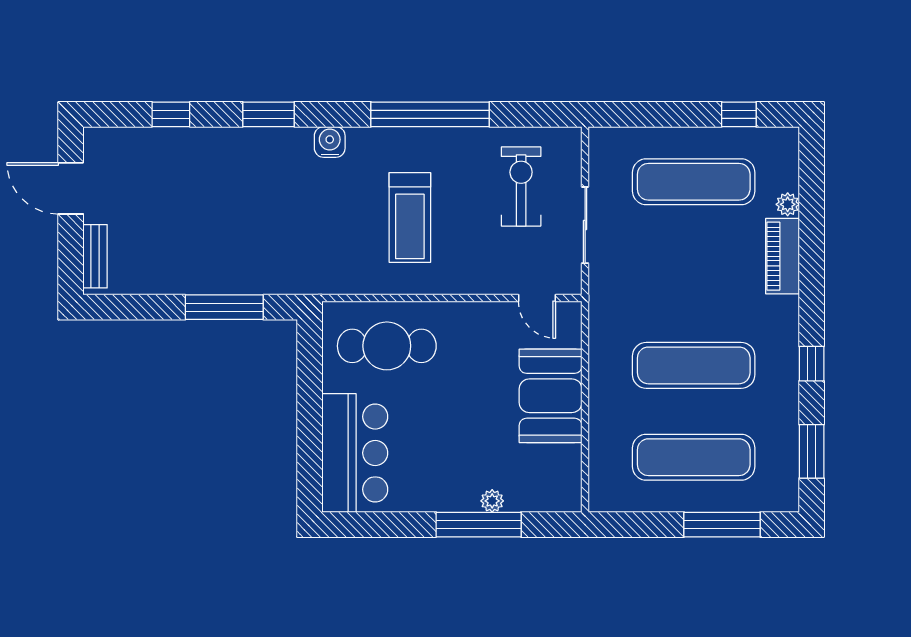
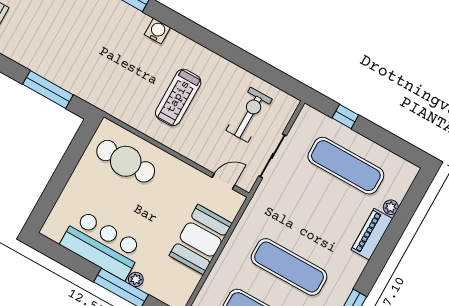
window: (430, 114) -> (221, 47), removed
window: (739, 114) -> (345, 117), moved
door: (537, 298) -> (223, 181), swing flipped
bar counter: (355, 453) -> (102, 245), moved, turned -90

